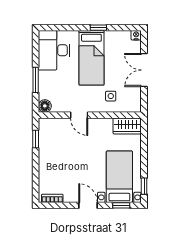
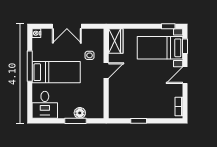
window: (98, 28) -> (30, 66), width x2.17
desk: (54, 50) -> (45, 105), width x0.73
floor lamp: (45, 106) -> (80, 113), moved
door: (79, 115) -> (106, 70), moved
window: (36, 139) -> (139, 121), moved

